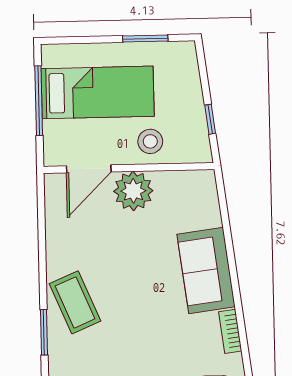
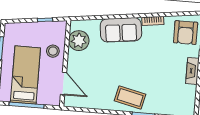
plant: (133, 191) -> (79, 41), moved
coffee table: (75, 302) -> (130, 98), turned 36

